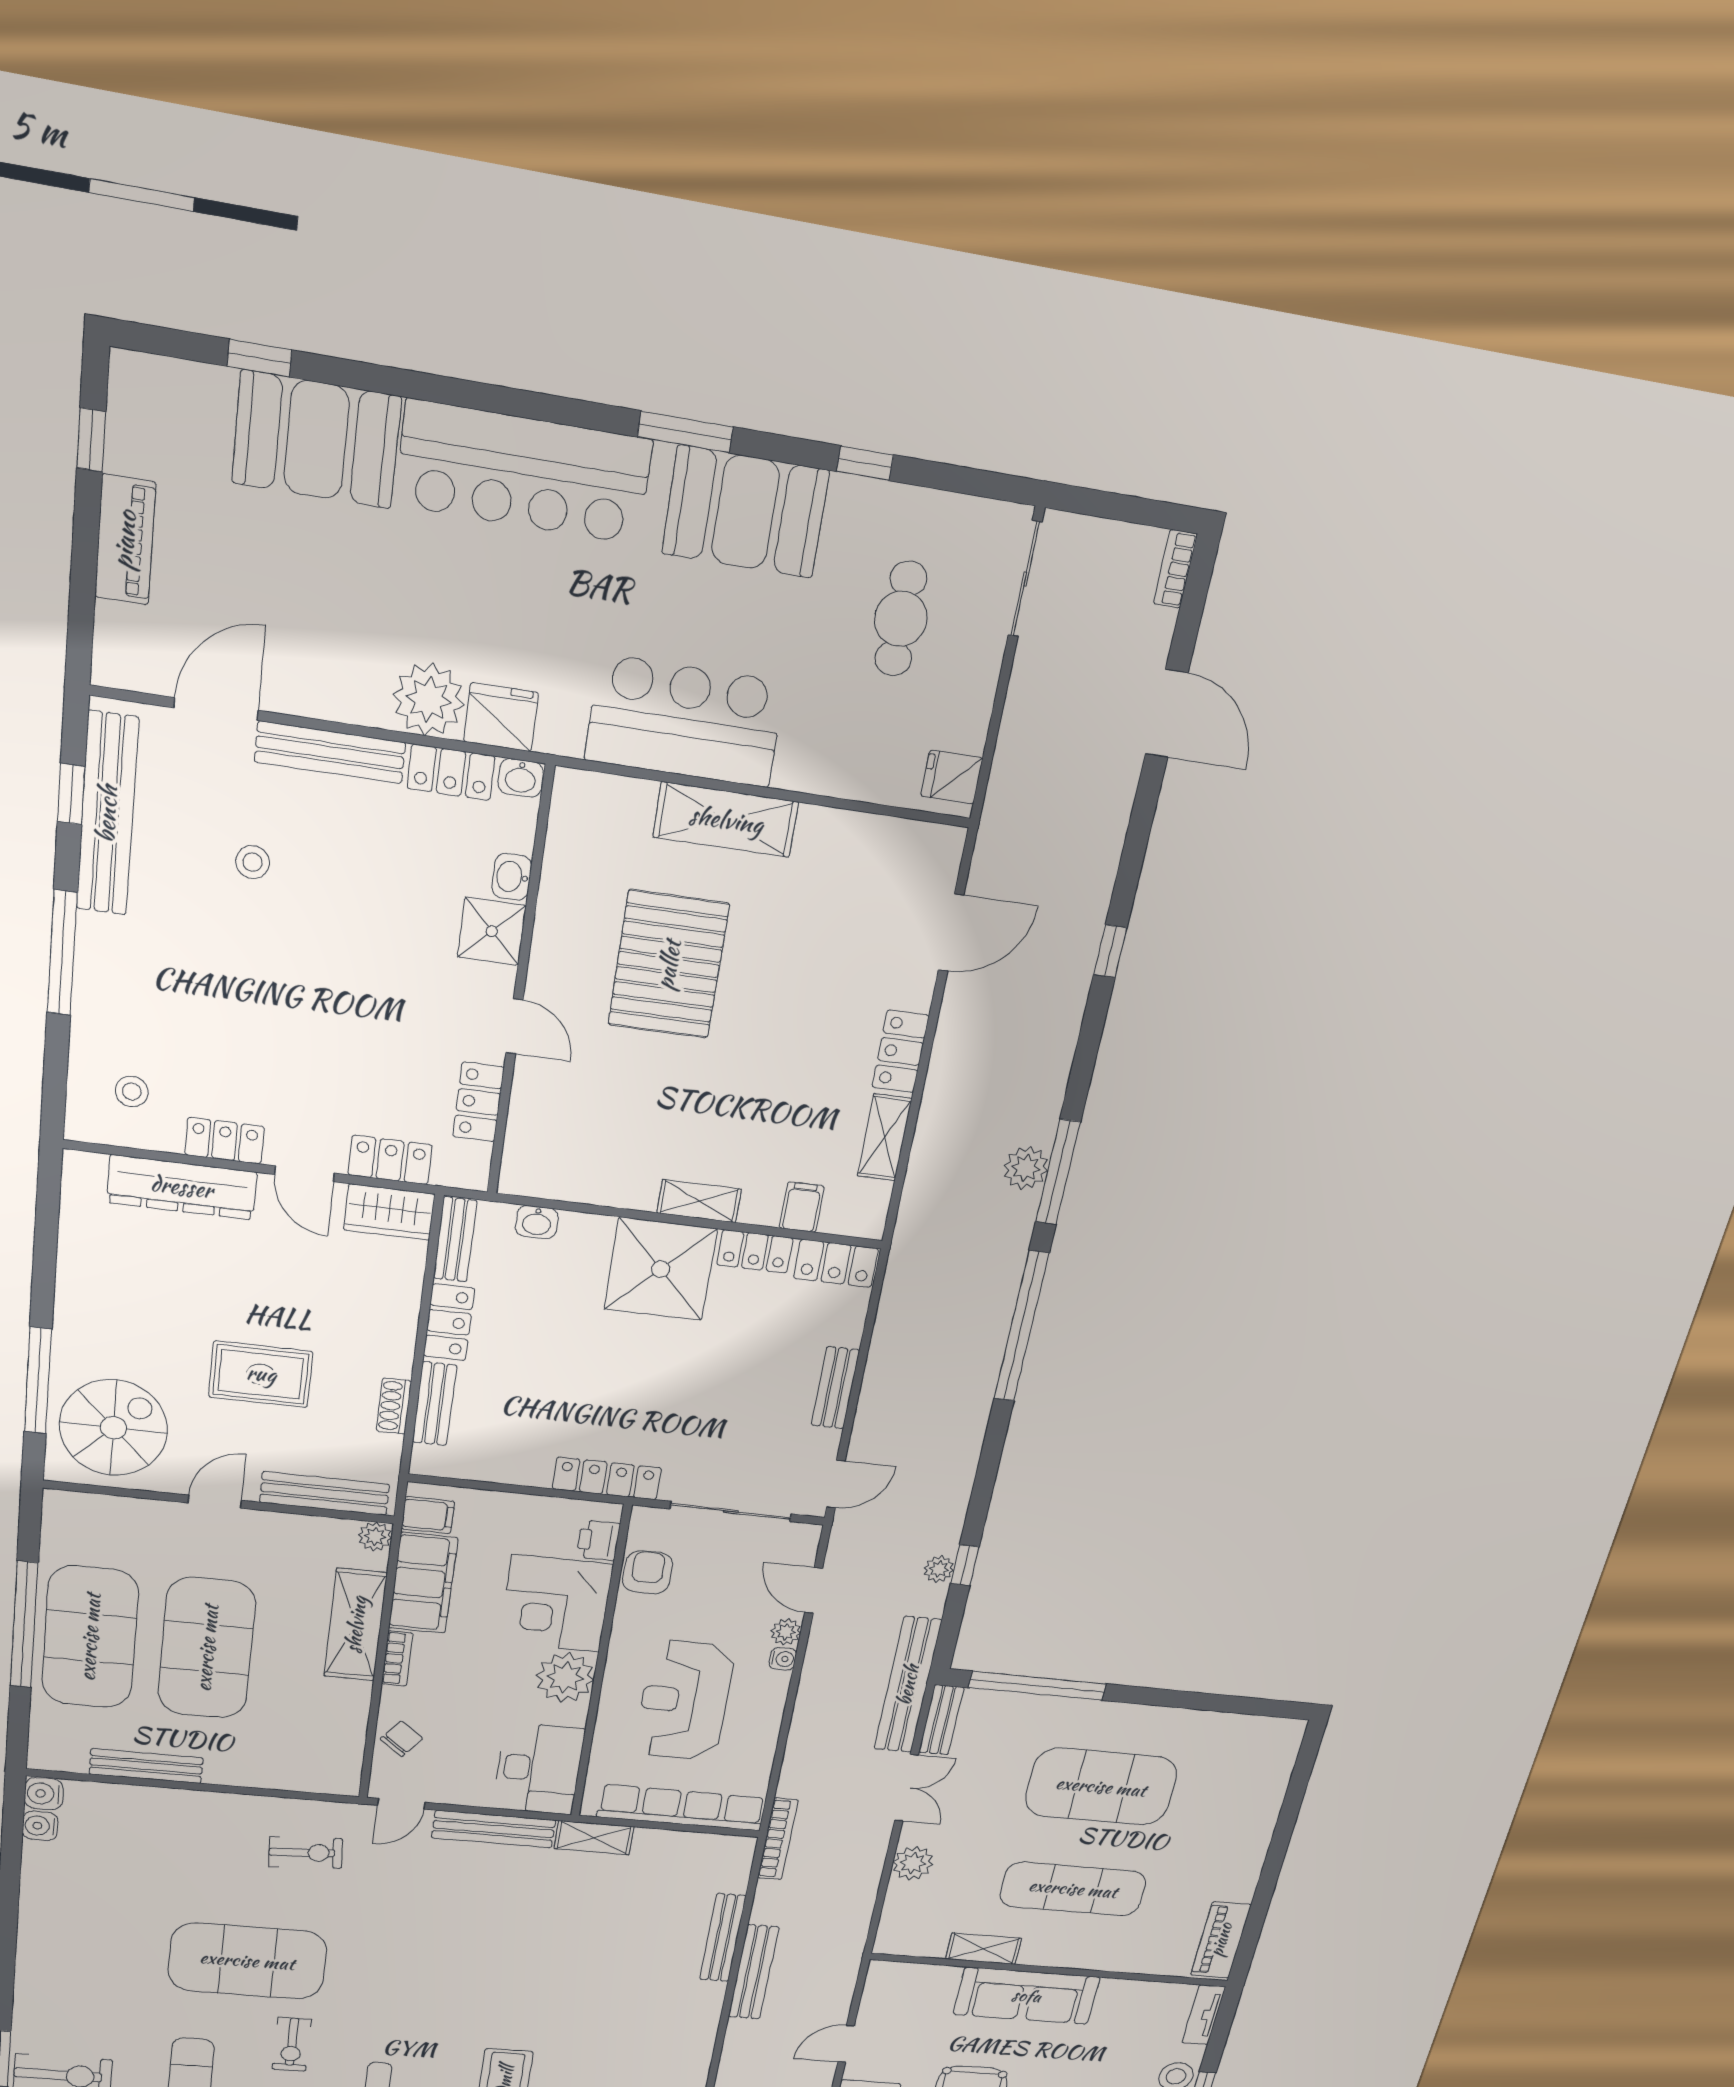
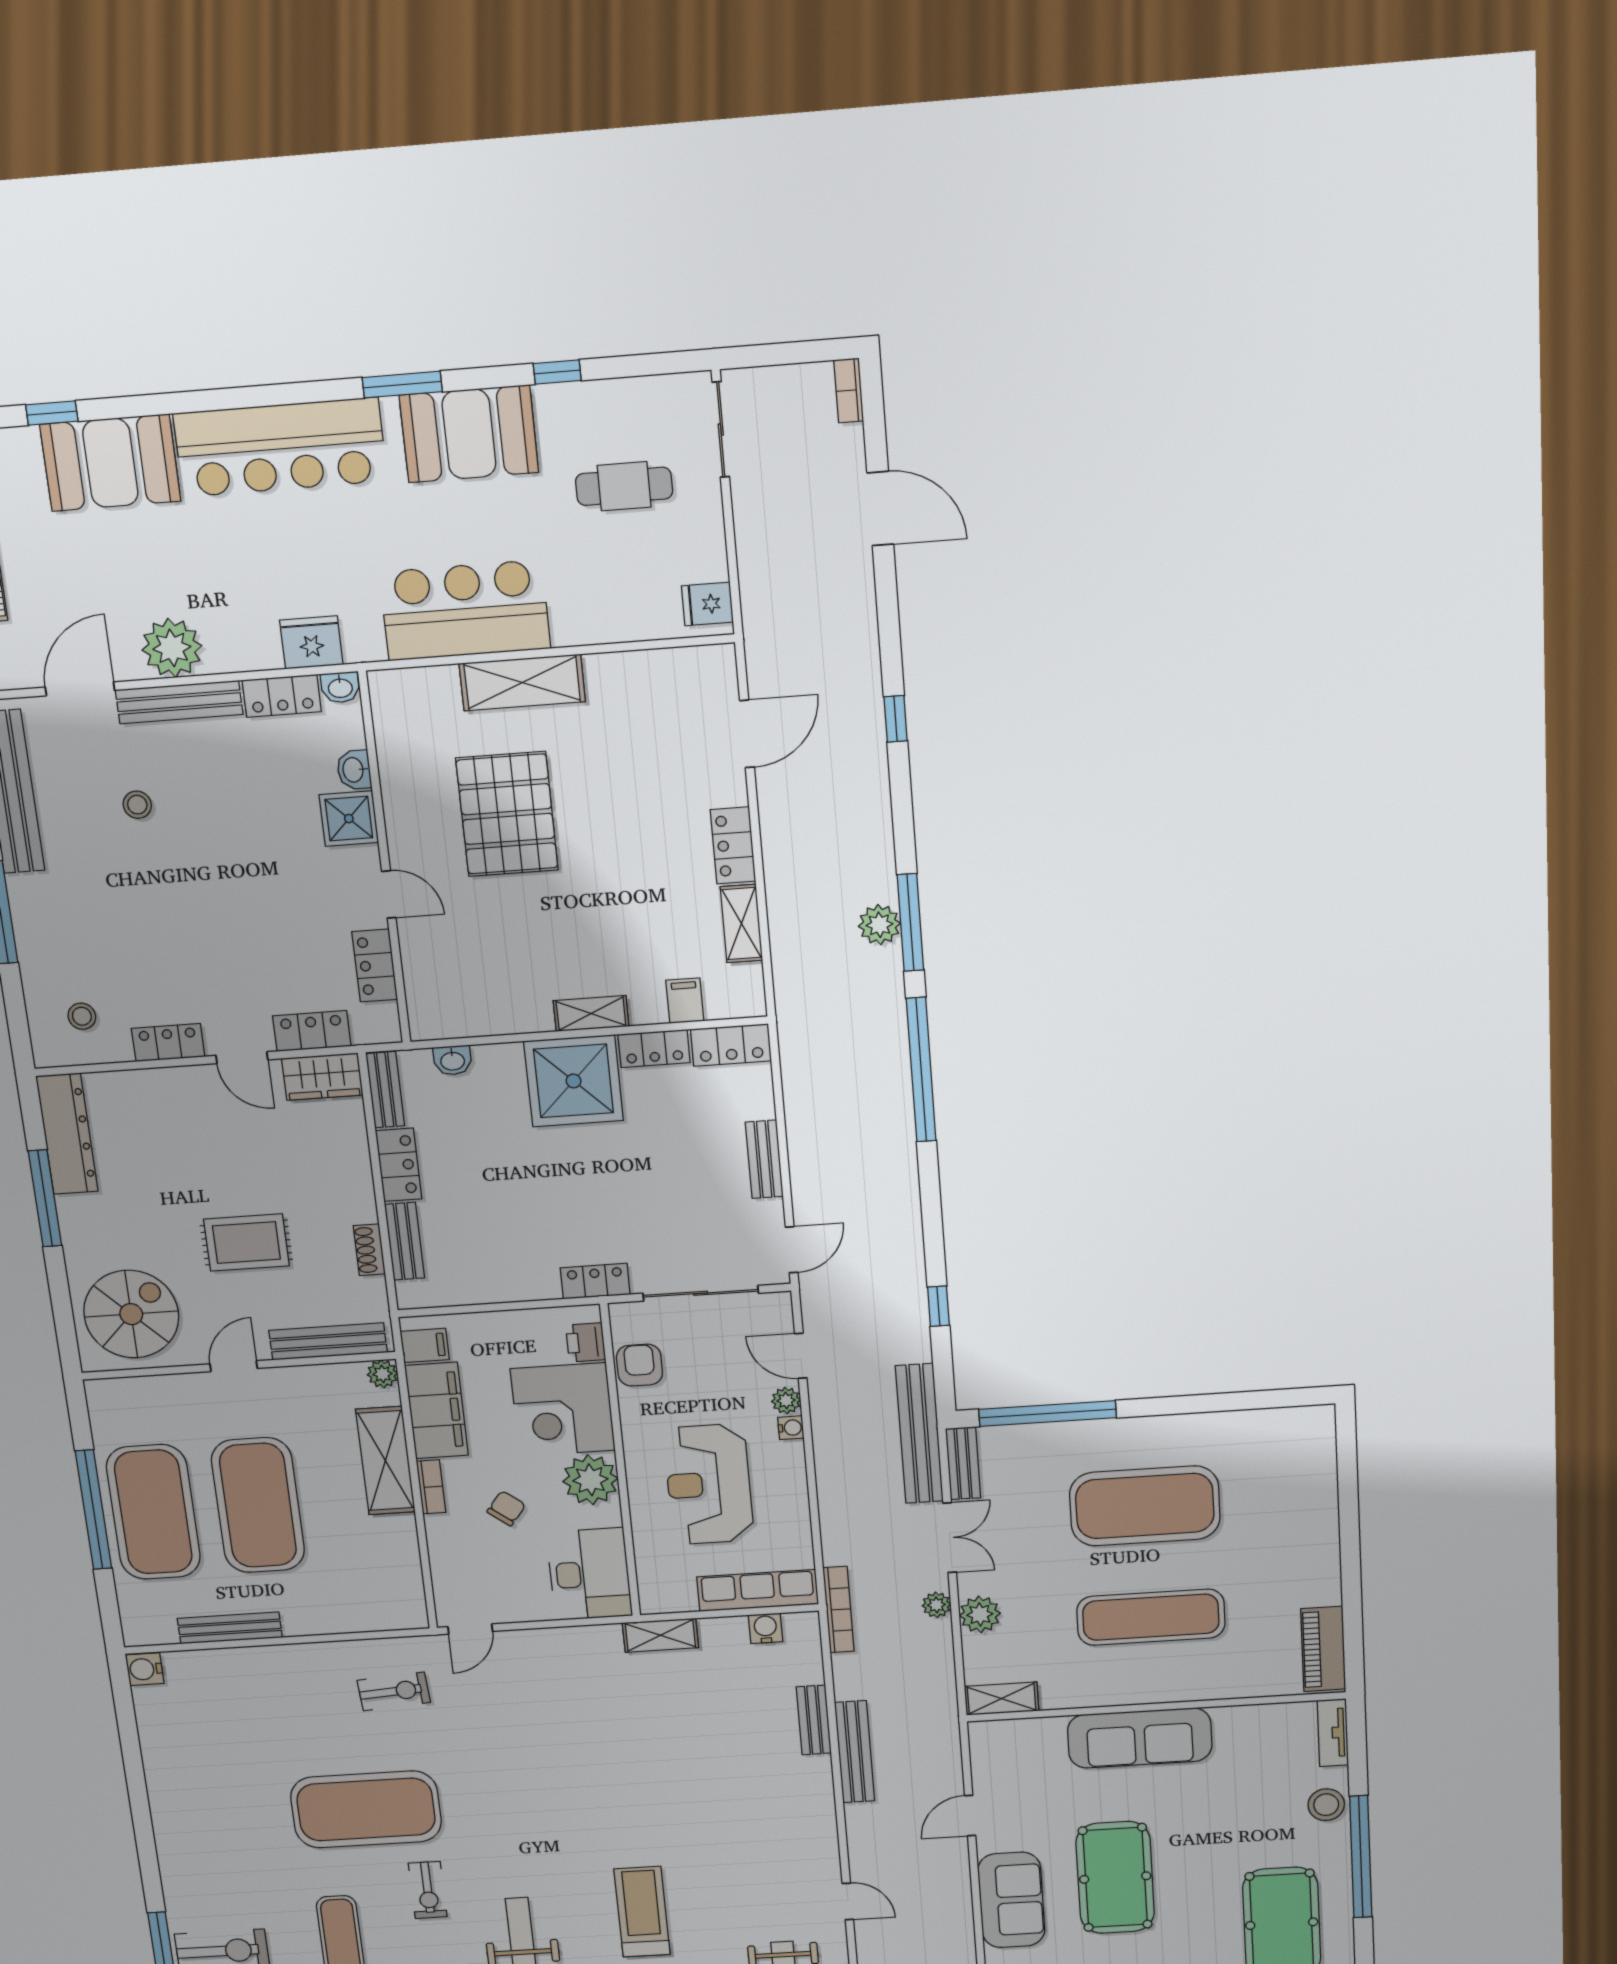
cafe table: (901, 619) -> (624, 486), turned 90
plant: (429, 699) -> (172, 648), moved
dresser: (182, 1187) -> (67, 1134), moved, turned -90
window: (38, 1381) -> (45, 1198), moved
locker: (607, 1478) -> (595, 1281), width x0.66
plant: (939, 1569) -> (936, 1605), moved
chair: (401, 1739) -> (506, 1508), moved
row of seats: (682, 1808) -> (758, 1590), width x0.73
water cooler: (40, 1826) -> (765, 1628), moved, turned 90
bench: (494, 1829) -> (563, 1641), removed
bench: (723, 1938) -> (814, 1720), width x0.73
shelving: (984, 1949) -> (1002, 1699), moved

